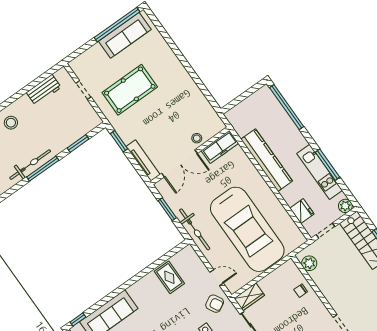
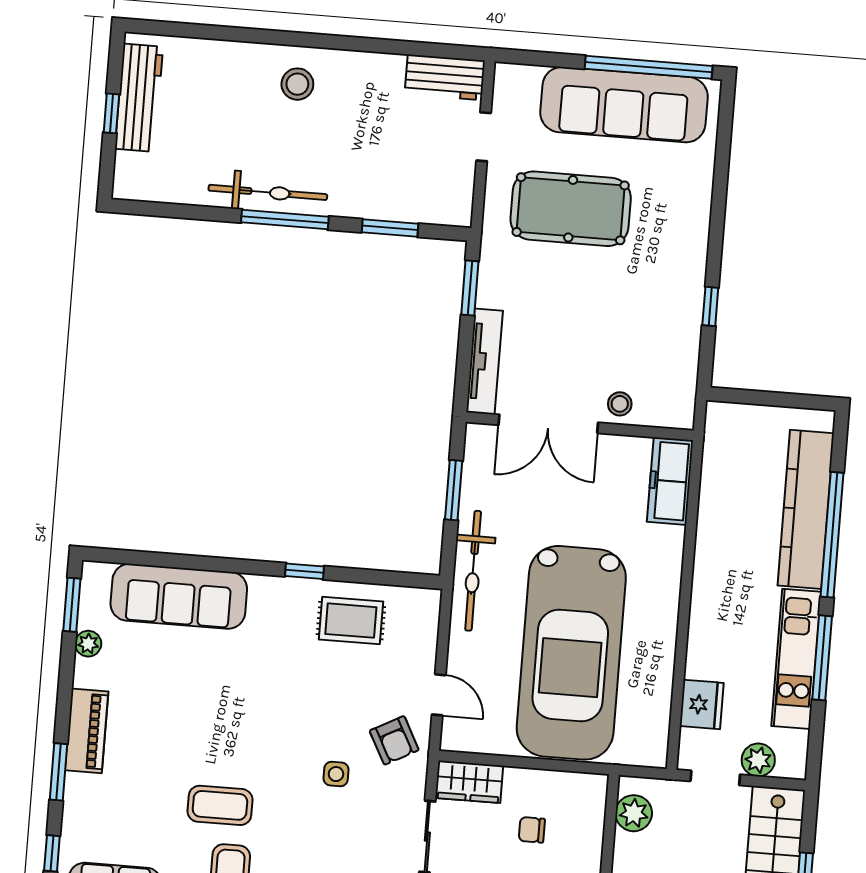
sofa: (125, 35) -> (624, 105), width x1.36, depth x1.27
window: (200, 84) -> (710, 306), added
workbench: (44, 90) -> (445, 77), moved
window: (287, 107) -> (832, 535), moved
freezer: (220, 147) -> (670, 481), moved, turned 90
kitchen counter: (267, 160) -> (806, 509), moved, turned 180
plant: (345, 206) -> (758, 760), moved
rug: (169, 277) -> (351, 621), turned 90
chair: (301, 291) -> (532, 830), moved
window: (78, 319) -> (304, 571), moved

